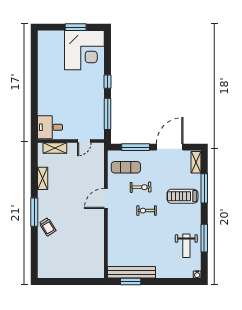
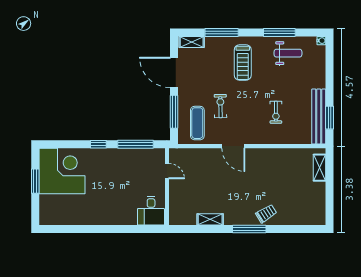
shelving: (55, 148) -> (320, 168), moved
treadmill: (182, 196) -> (243, 62), moved
exercise bike: (147, 211) -> (276, 112), moved

